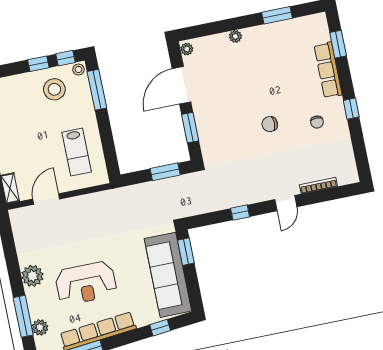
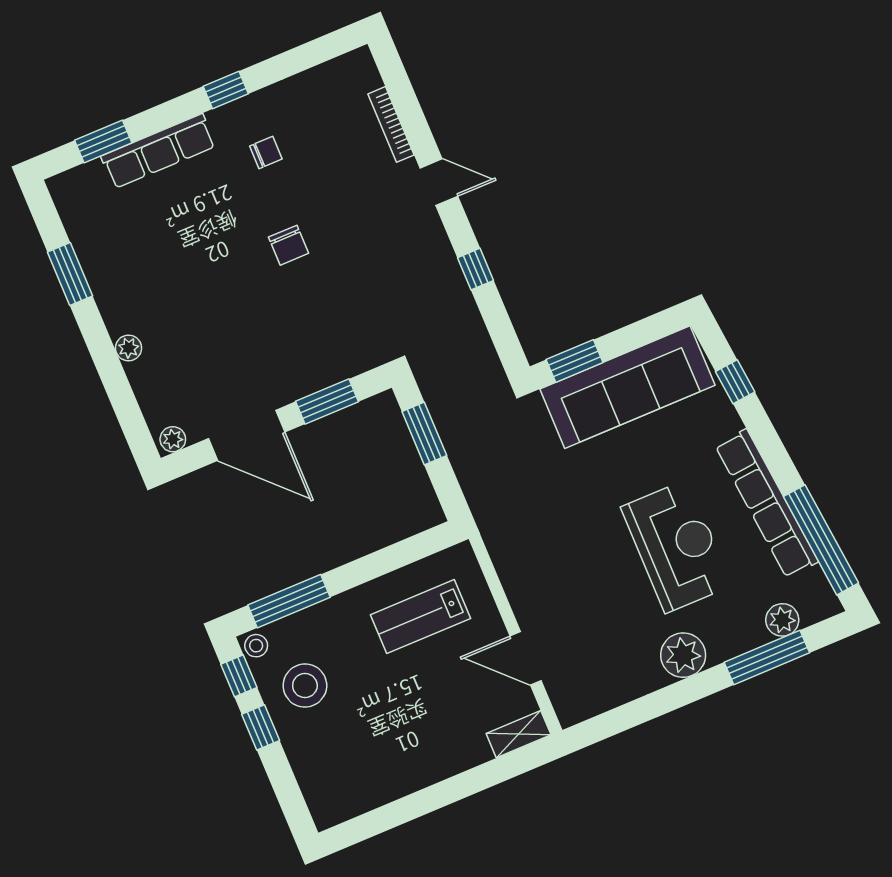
lab bench: (77, 152) -> (420, 617), turned 180

